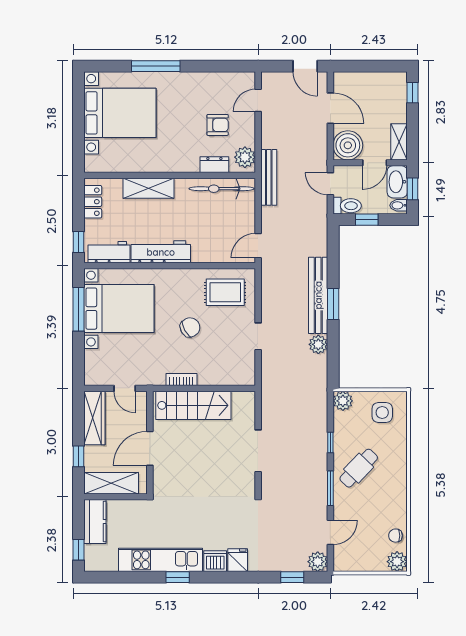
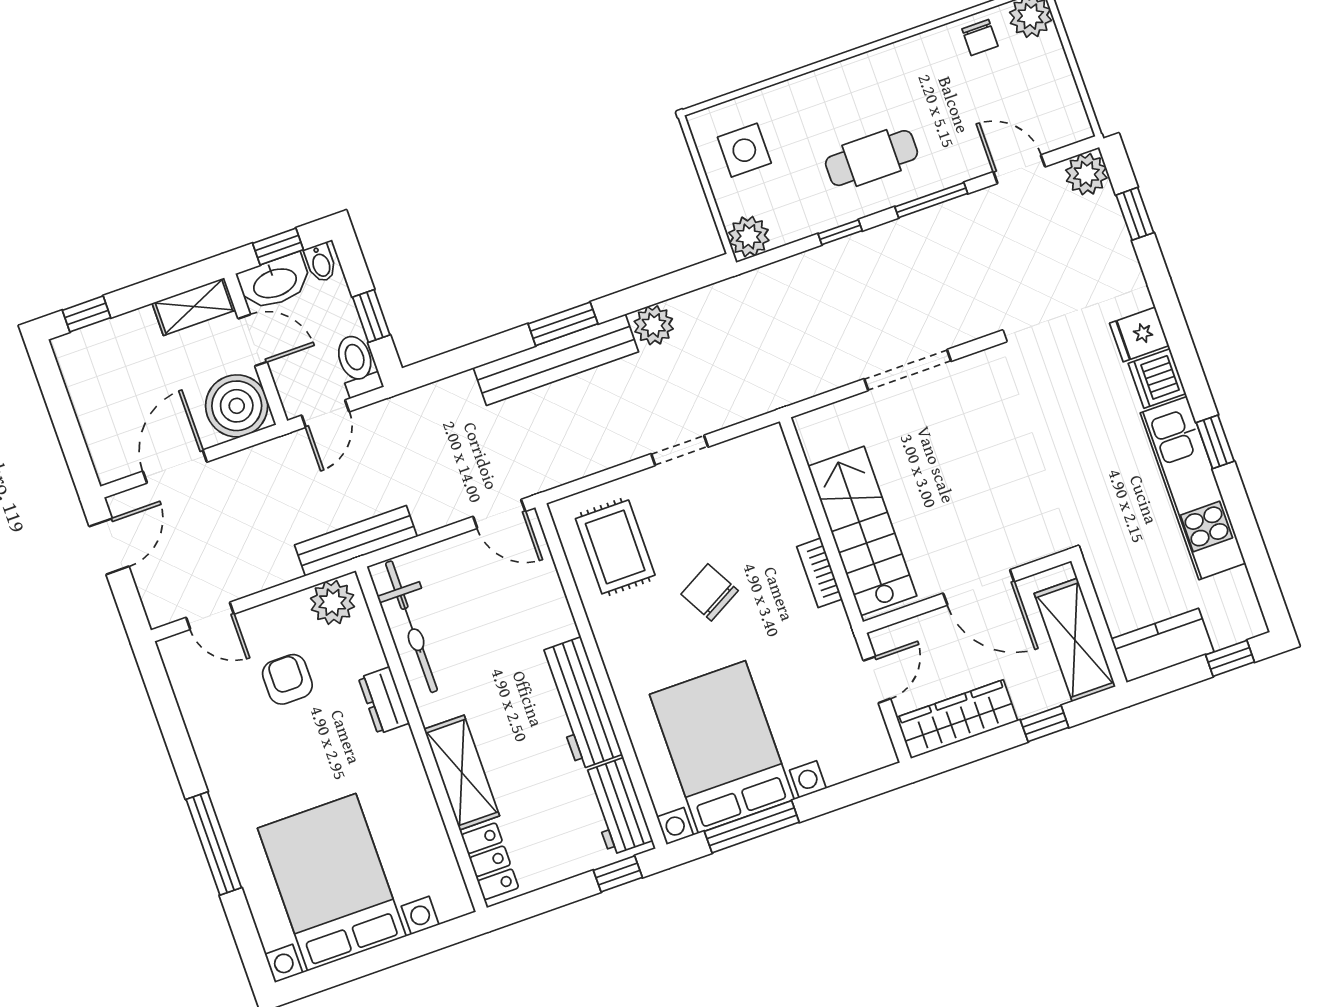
dresser: (214, 165) -> (384, 700), moved
locker: (93, 202) -> (490, 861), moved, turned 90
cafe table: (359, 468) -> (871, 158), turned -44

